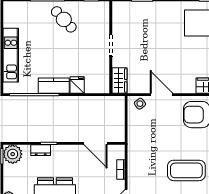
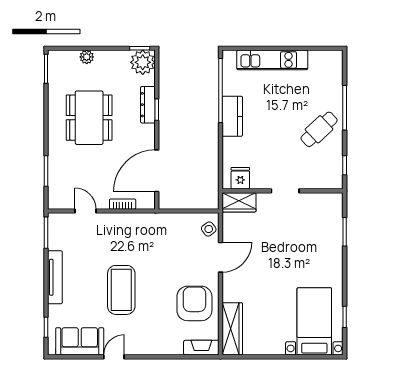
fridge: (77, 85) -> (240, 178), moved, turned -90
door: (95, 143) -> (157, 171), width x1.36
dresser: (41, 150) -> (148, 105), width x1.44

